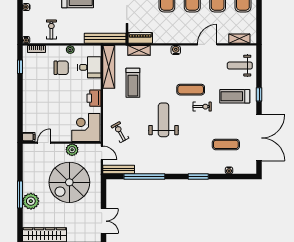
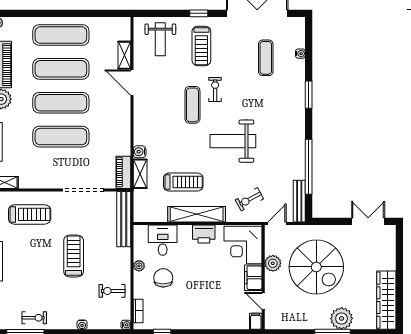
shelving: (239, 39) -> (124, 55), moved
water cooler: (176, 50) -> (140, 152), moved
shelving: (109, 67) -> (197, 214), moved
filing cabinet: (61, 135) -> (253, 278), added

